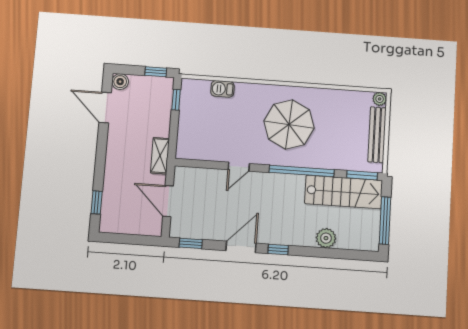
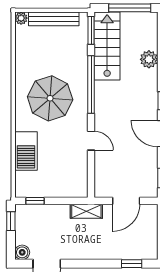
barbecue: (222, 89) -> (26, 151), width x1.88, depth x1.53

